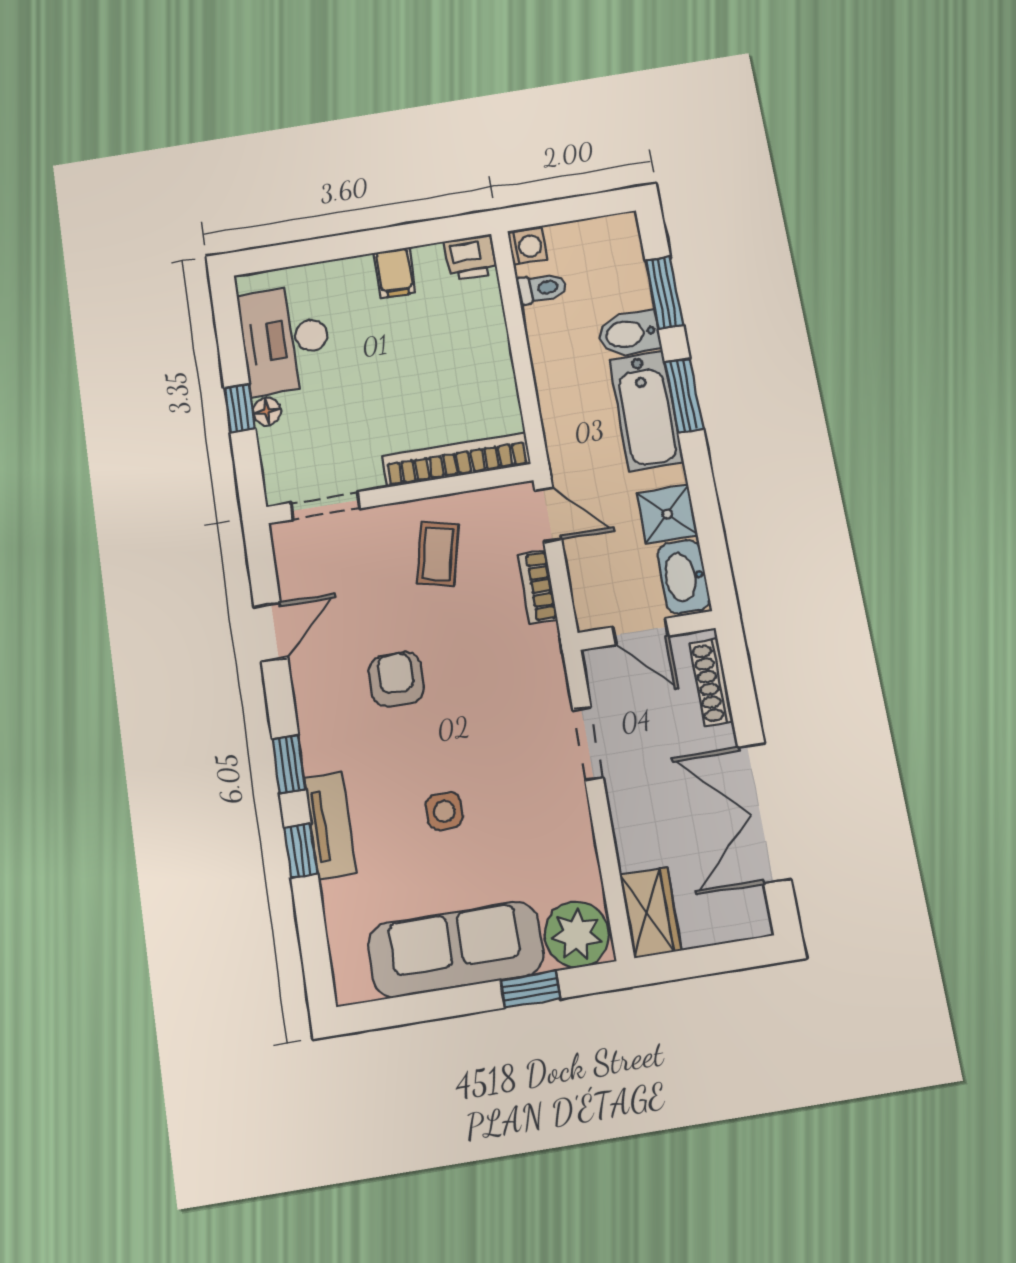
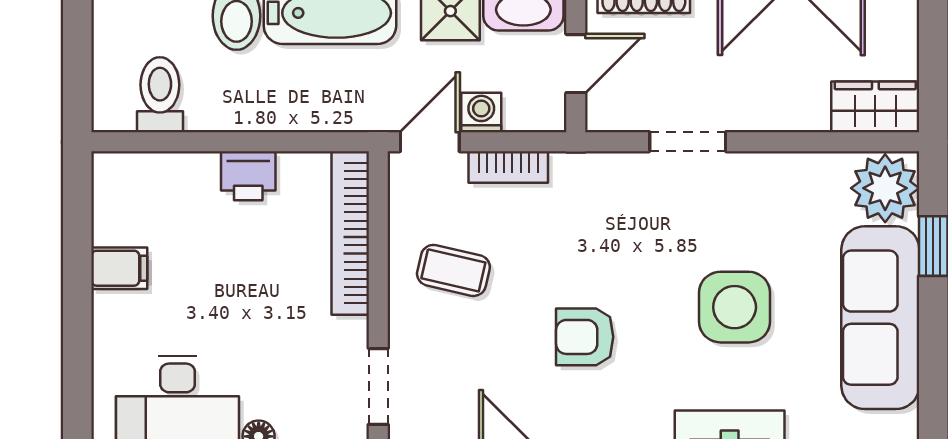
washing machine: (528, 246) -> (481, 112), moved
printer: (470, 258) -> (248, 176), moved, turned 90
toilet: (541, 288) -> (160, 95), width x1.37, depth x1.39
side table: (444, 811) -> (735, 307), width x1.87, depth x1.87

